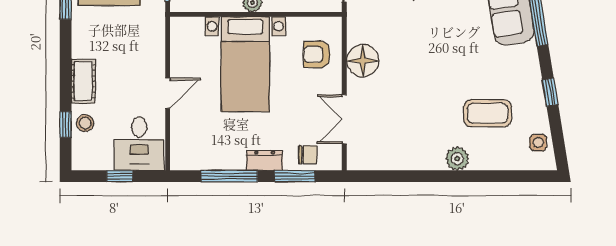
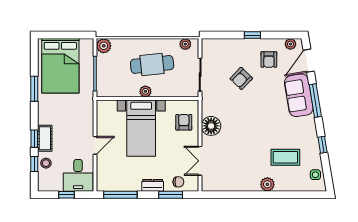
armchair: (317, 54) -> (184, 122), turned 90
window: (66, 82) -> (34, 139), added
window: (229, 176) -> (120, 195), moved

